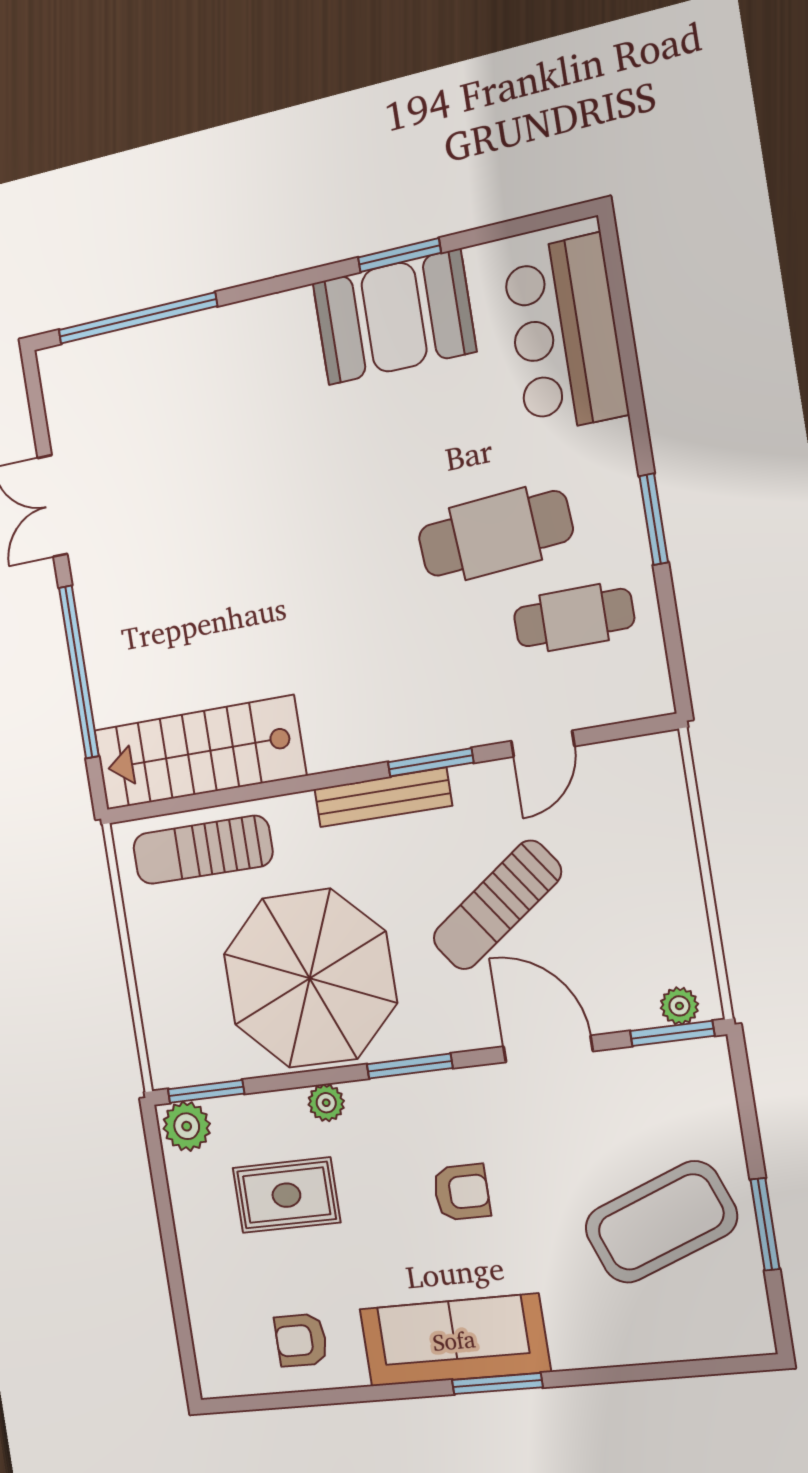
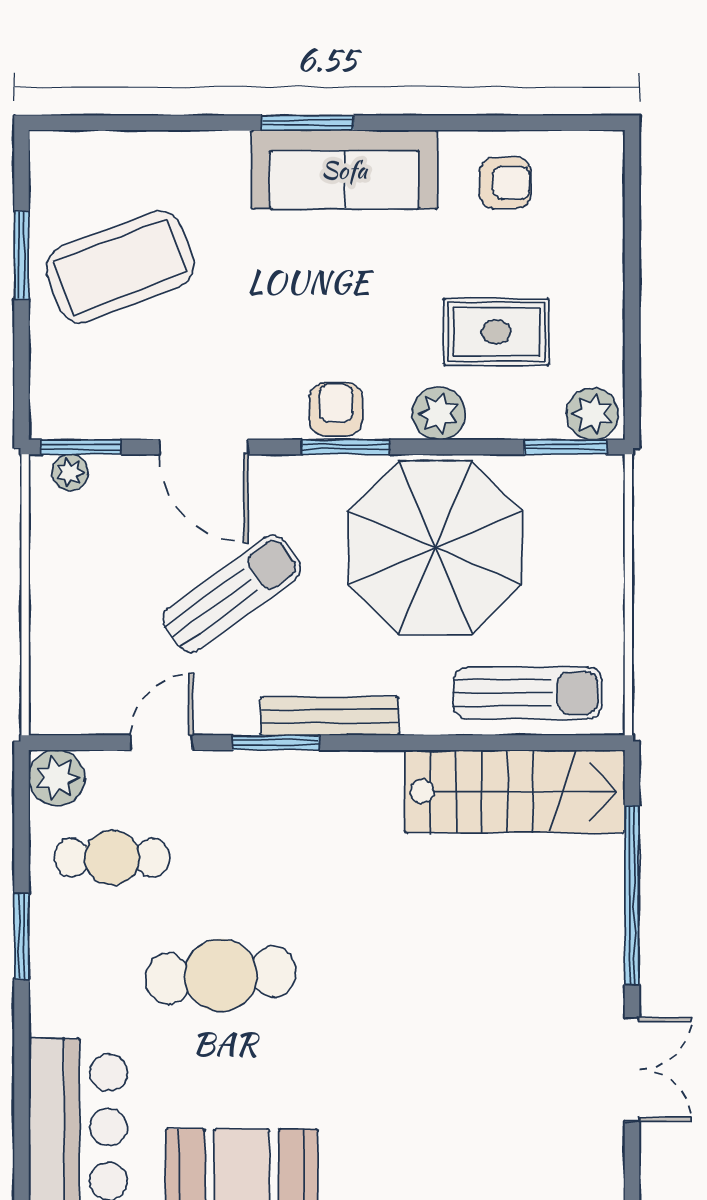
cafe table: (495, 534) -> (221, 975), moved
plant: (643, 690) -> (57, 778), added
plant: (326, 1103) -> (439, 413), width x1.38, depth x1.38
armchair: (462, 1192) -> (336, 409), moved, turned 90

